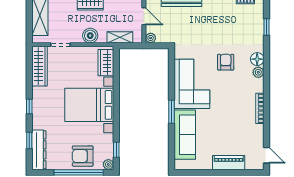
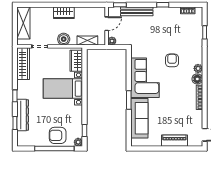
door: (144, 16) -> (107, 24), hinge flipped
floor lamp: (257, 59) -> (197, 79), moved
bed with nightstands: (89, 105) -> (63, 89), width x0.73
dresser: (39, 150) -> (23, 115), moved

